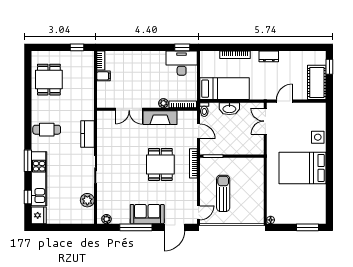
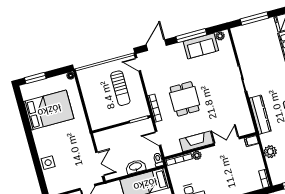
filing cabinet: (104, 76) -> (251, 141), moved
kitchen counter: (87, 134) -> (260, 115), width x1.50
bed: (303, 168) -> (49, 110), moved
plant: (87, 200) -> (270, 152), moved
door: (199, 213) -> (138, 64), hinge flipped
sofa: (147, 214) -> (201, 46), moved
window: (66, 227) -> (254, 18), added

